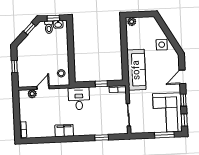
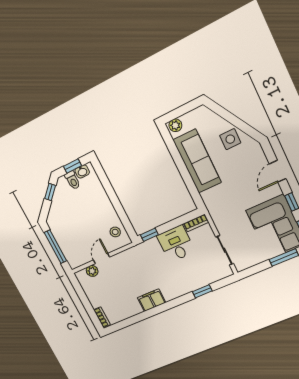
window: (15, 67) -> (55, 247), width x2.17
sofa: (136, 70) -> (197, 161), moved
window: (101, 84) -> (149, 235), moved
desk: (79, 99) -> (176, 244), moved

